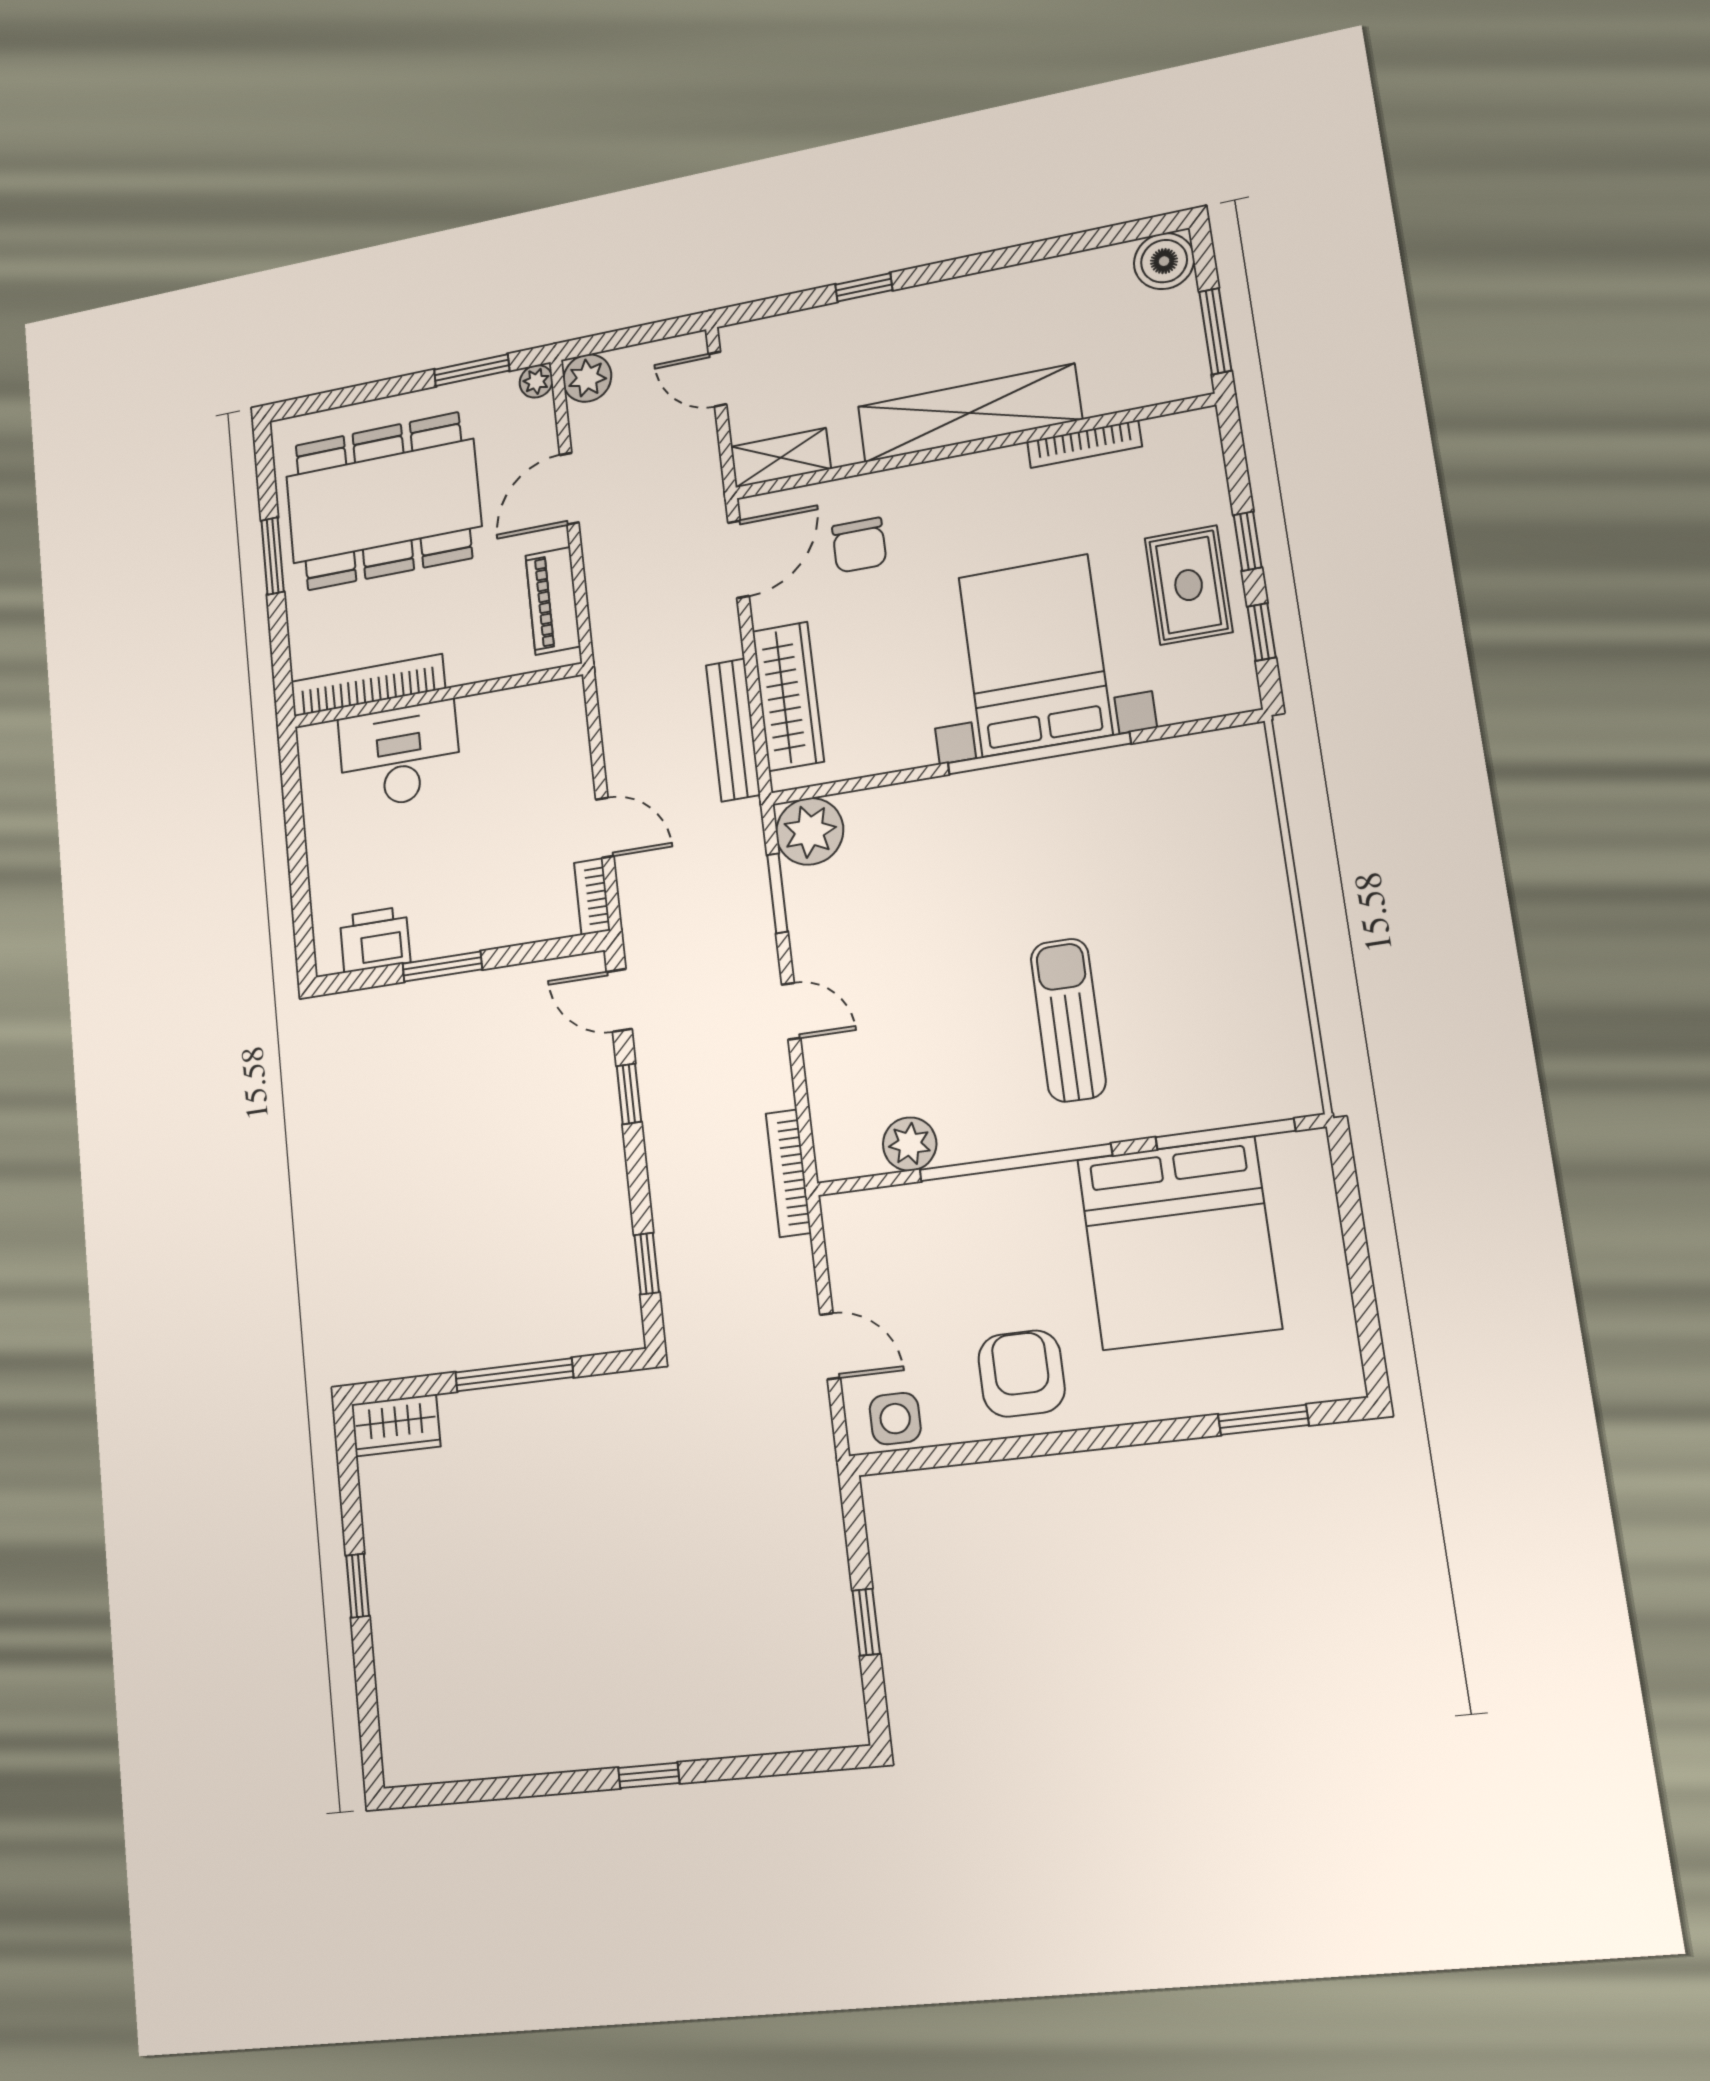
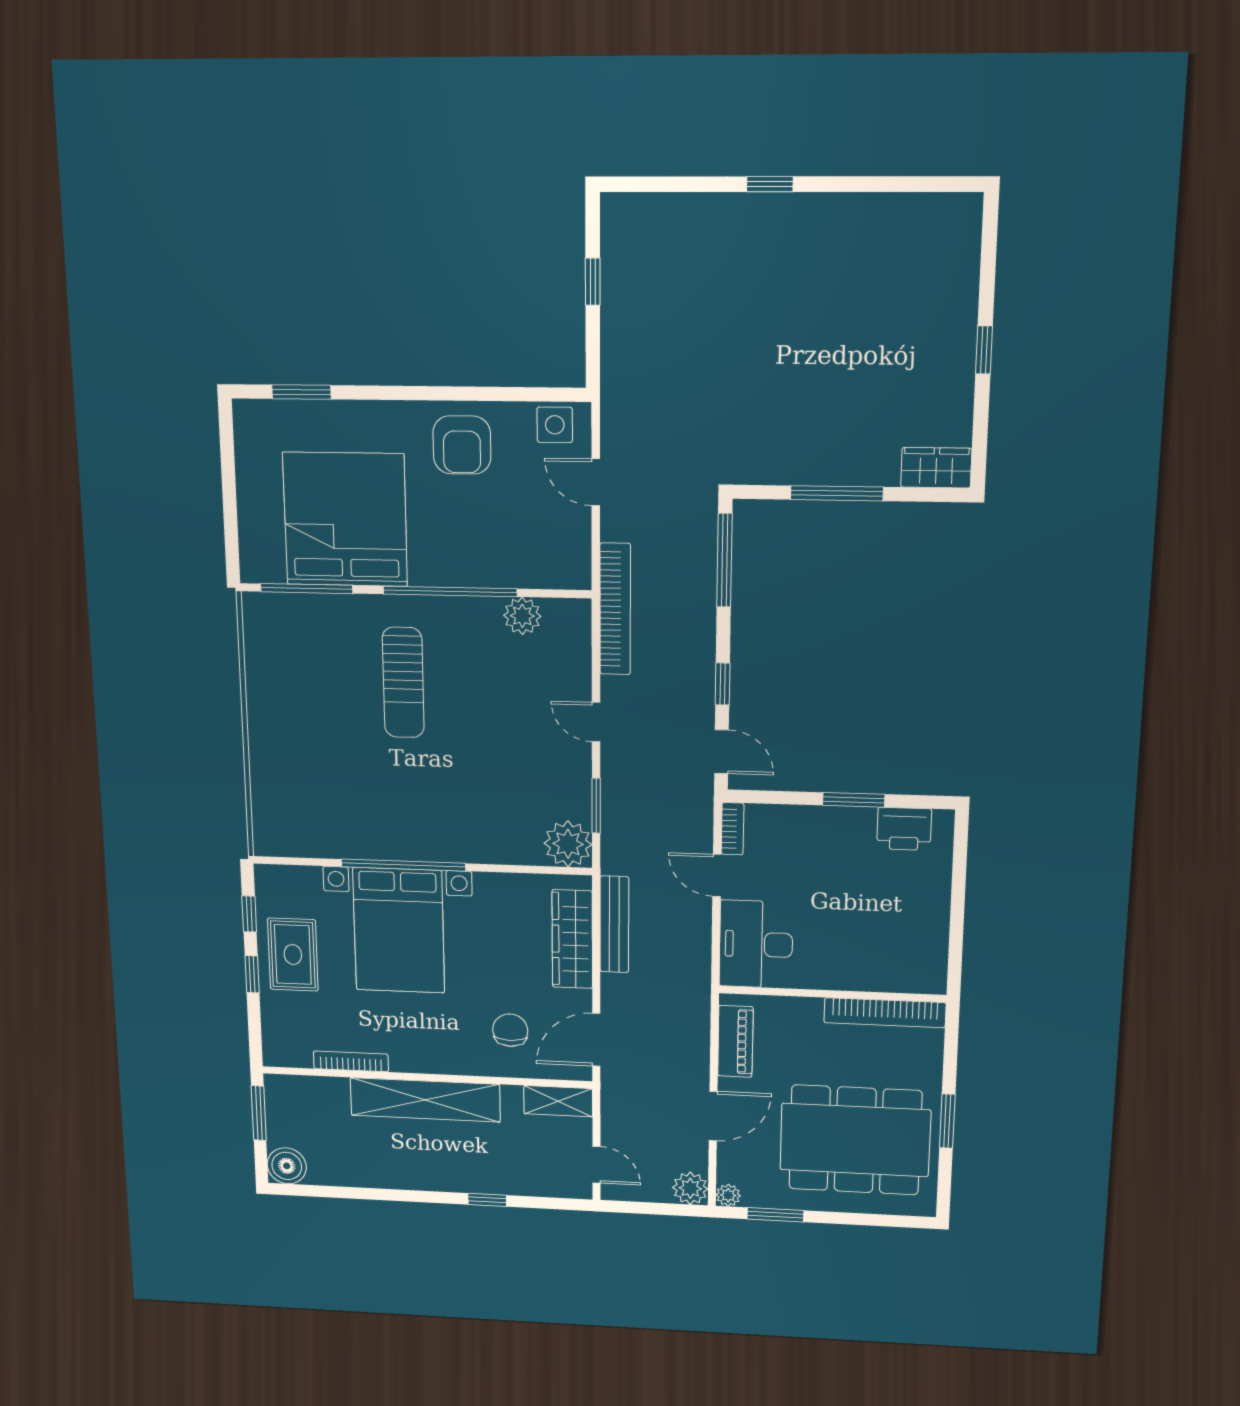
desk: (400, 755) -> (756, 944), moved, turned 90
bookcase: (788, 1173) -> (615, 609), width x1.48, depth x1.31
window: (647, 1264) -> (724, 560), width x2.17

